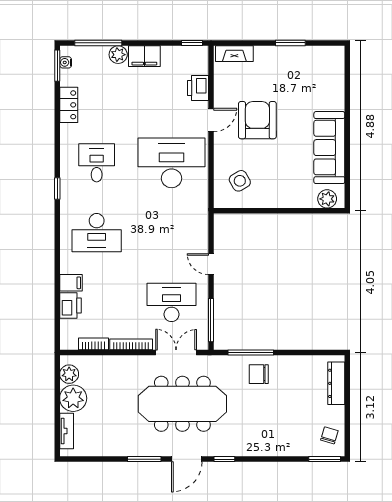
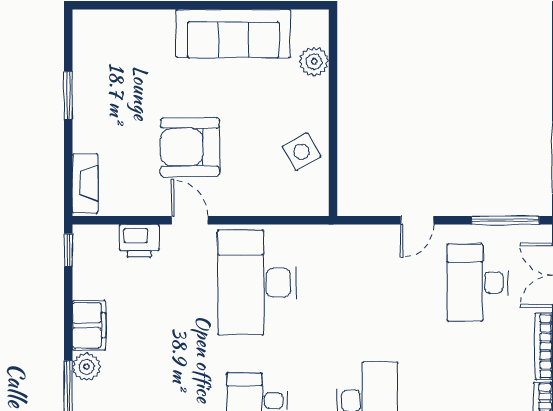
side table: (240, 181) -> (301, 152), moved
plant: (327, 199) -> (314, 62), moved

